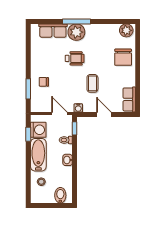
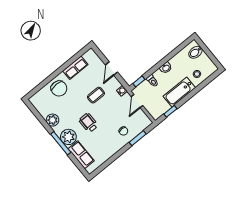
plant: (126, 30) -> (53, 120), moved
chair: (123, 57) -> (59, 88), turned 90
row of seats: (129, 99) -> (75, 68), moved
washing machine: (38, 130) -> (161, 107), removed

